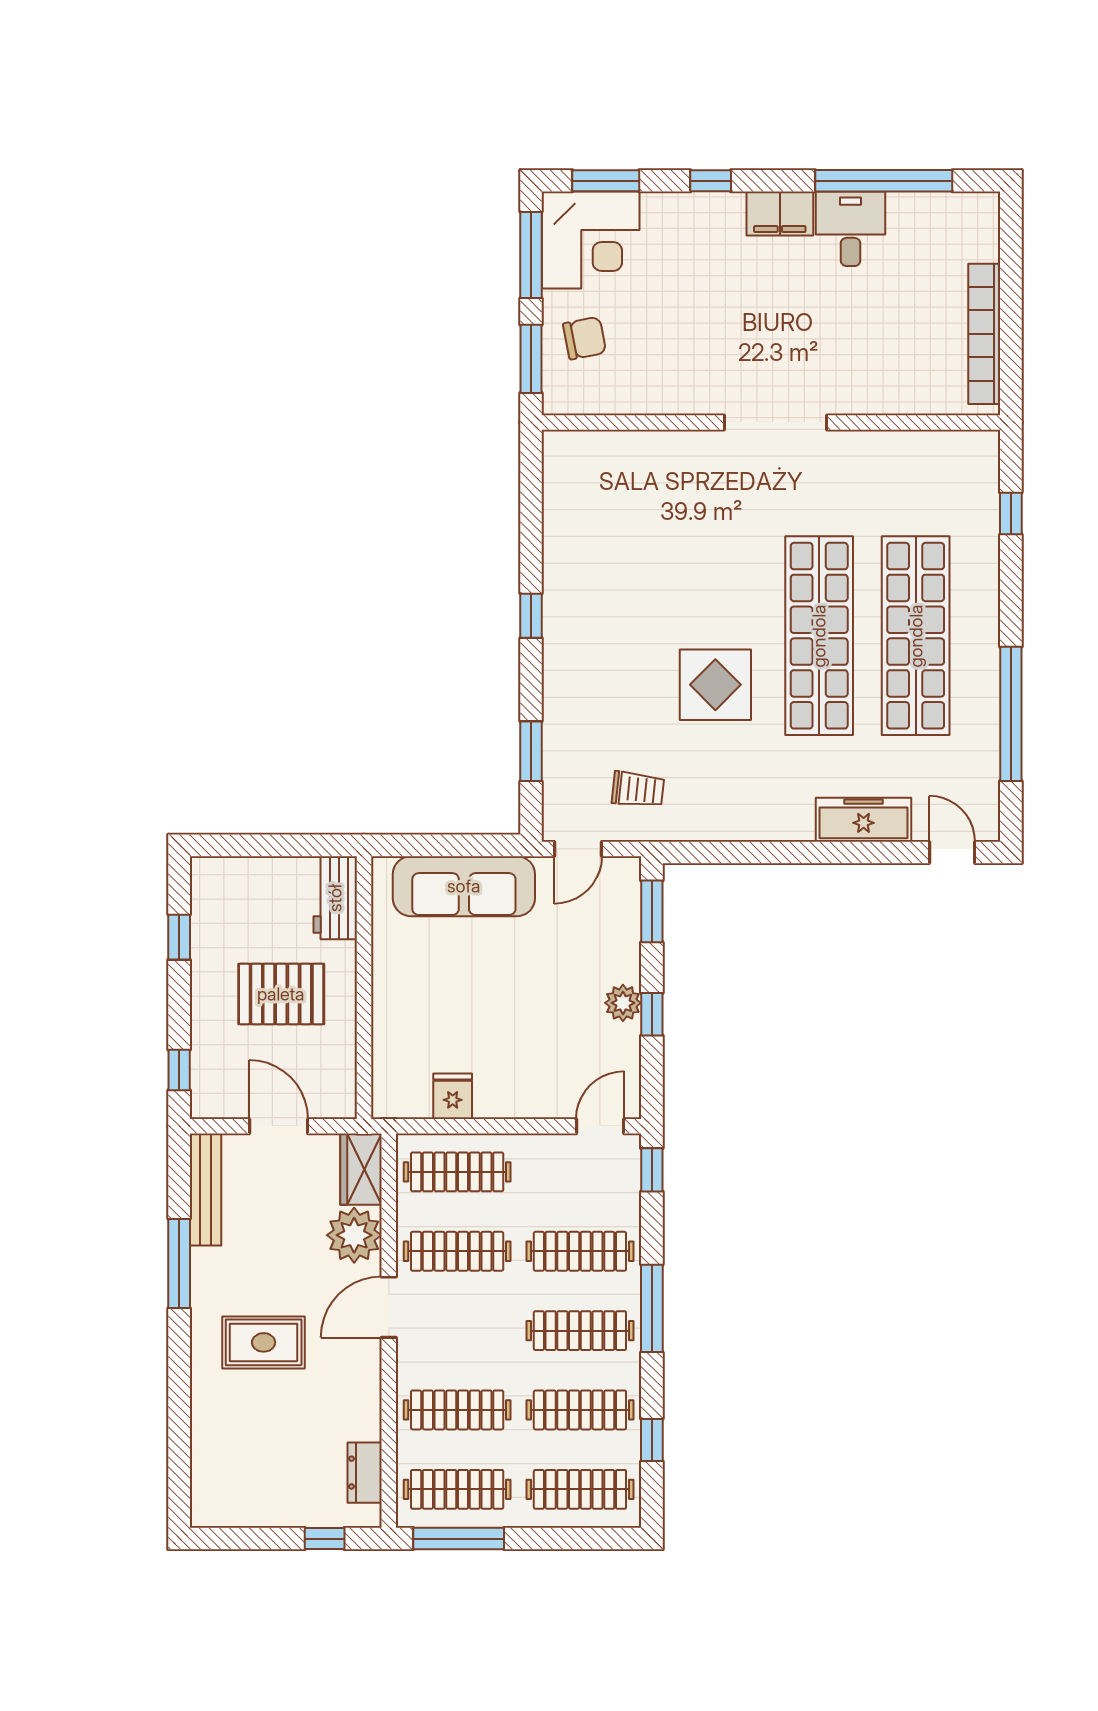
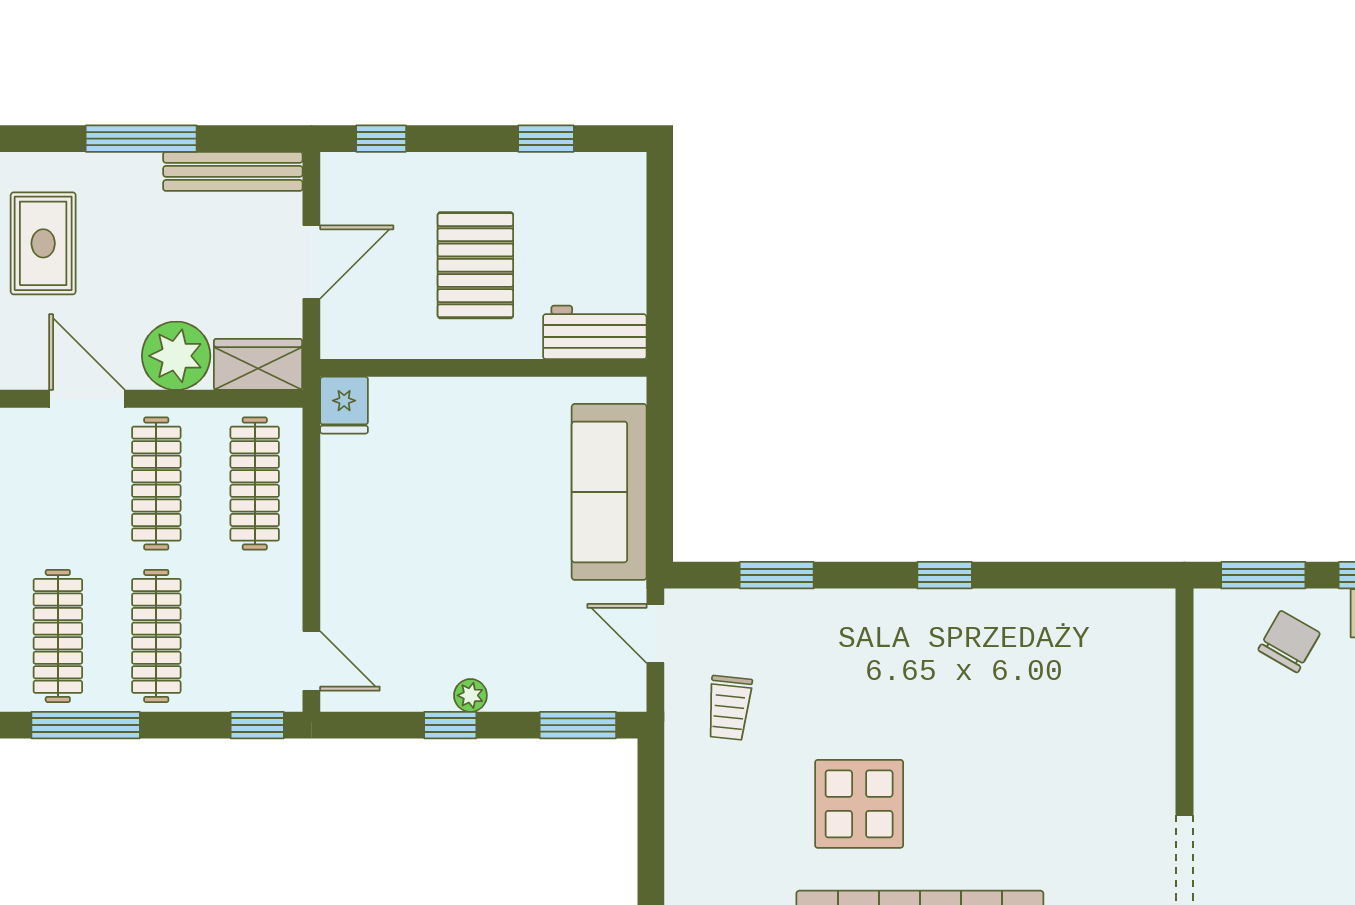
chair: (585, 338) -> (1289, 642), turned -139
plant: (623, 1003) -> (470, 695), width x0.73, depth x0.73
fridge: (453, 1096) -> (344, 405), moved, turned 90

